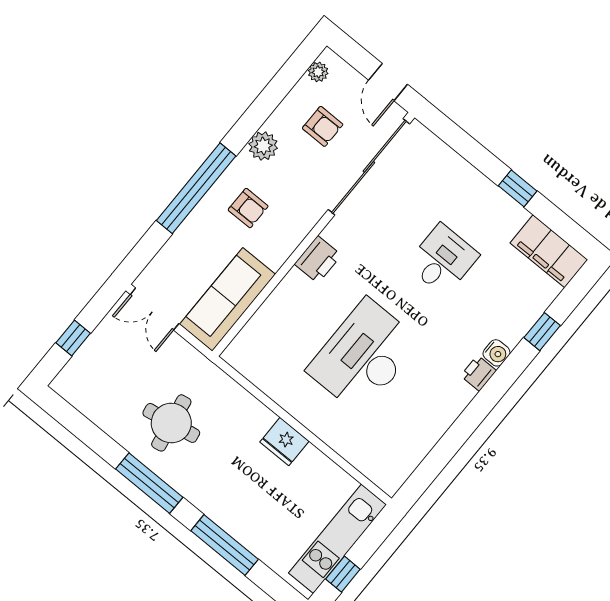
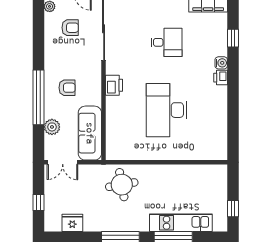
plant: (263, 146) -> (52, 127), moved
desk: (443, 260) -> (167, 42), turned 90
round table: (171, 423) -> (122, 185), moved
fridge: (284, 442) -> (72, 223), moved, turned 180
kitchen unit: (337, 539) -> (181, 223), moved, turned 90

